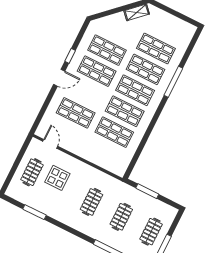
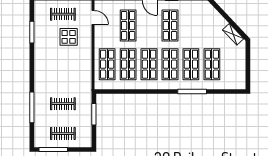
shop shelf: (107, 50) -> (107, 64), moved
door: (50, 144) -> (93, 18), hinge flipped
clothes rail: (91, 202) -> (63, 74), removed

